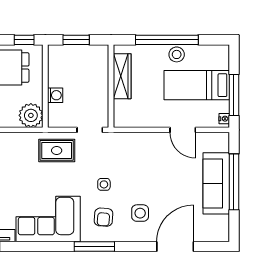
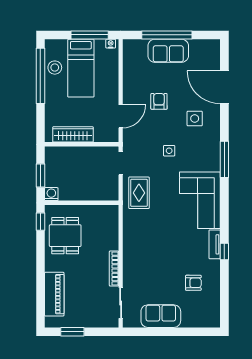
window: (167, 40) -> (40, 76), moved
stool: (177, 54) -> (55, 68), moved
washing machine: (55, 95) -> (51, 194), moved
plant: (31, 115) -> (108, 216), removed
door: (183, 130) -> (121, 116), moved
sofa: (216, 183) -> (168, 51), width x0.73
armchair: (104, 217) -> (159, 101), moved, turned -94

